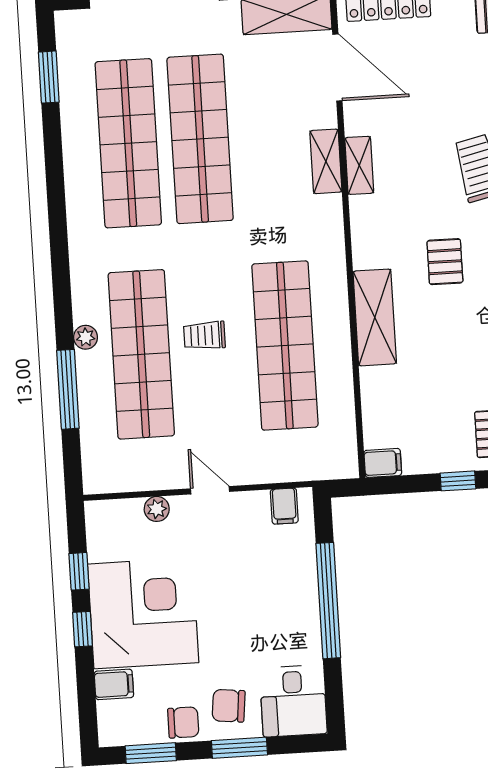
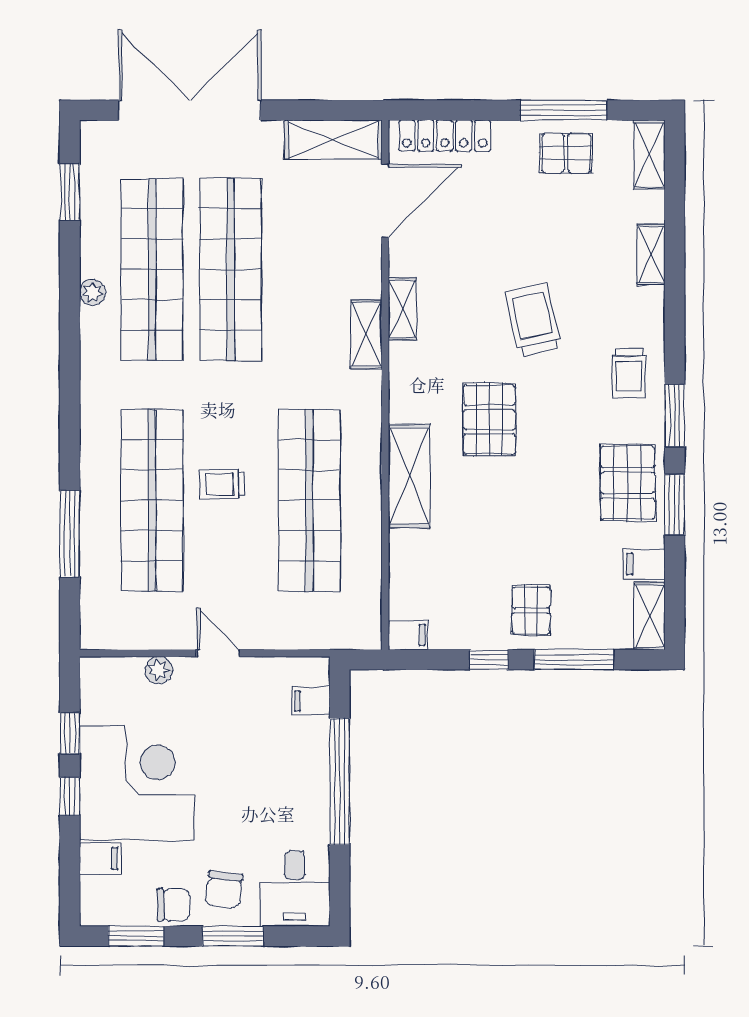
door: (337, 68) -> (385, 201), hinge flipped
shelving: (326, 161) -> (366, 334), moved
pallet: (445, 262) -> (489, 420), width x1.50, depth x1.42
plant: (86, 337) -> (93, 292), moved
filing cabinet: (284, 506) -> (311, 701), moved, turned 90
chair: (229, 706) -> (224, 890), turned -89

